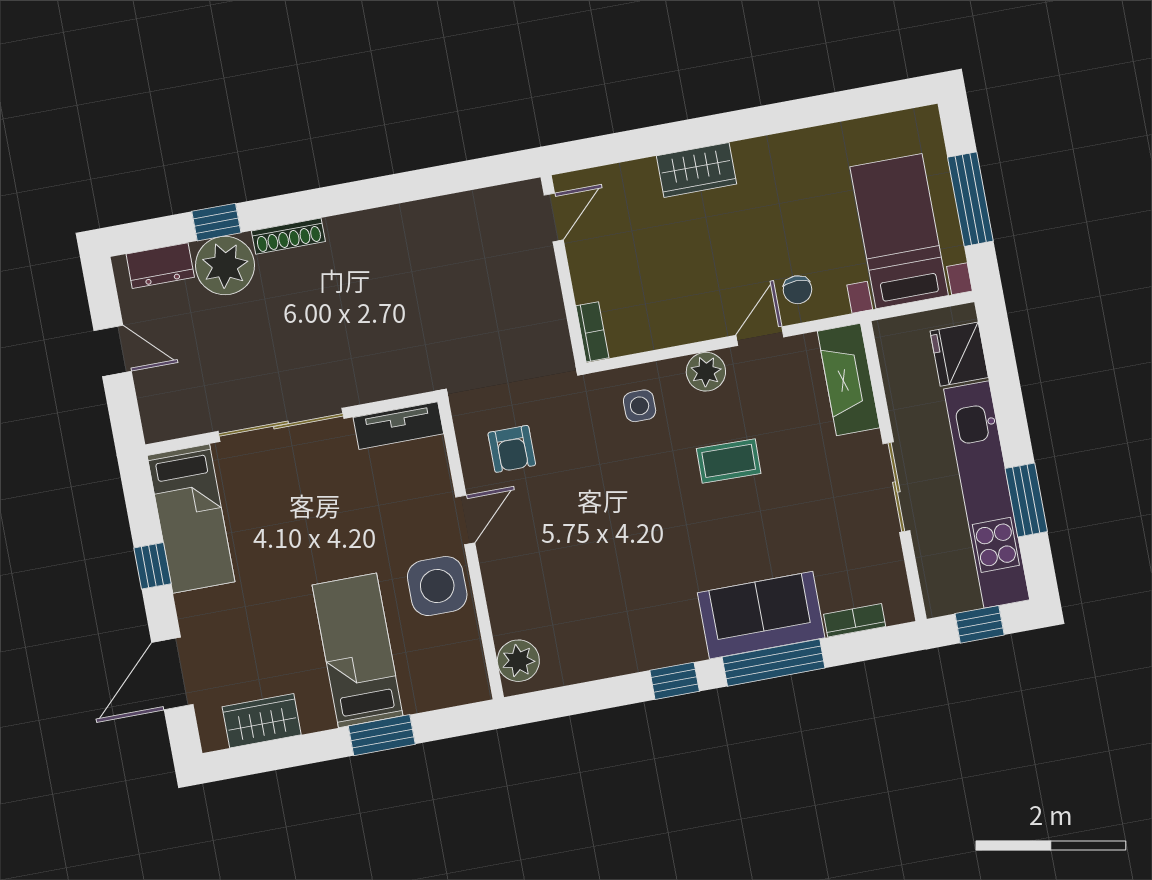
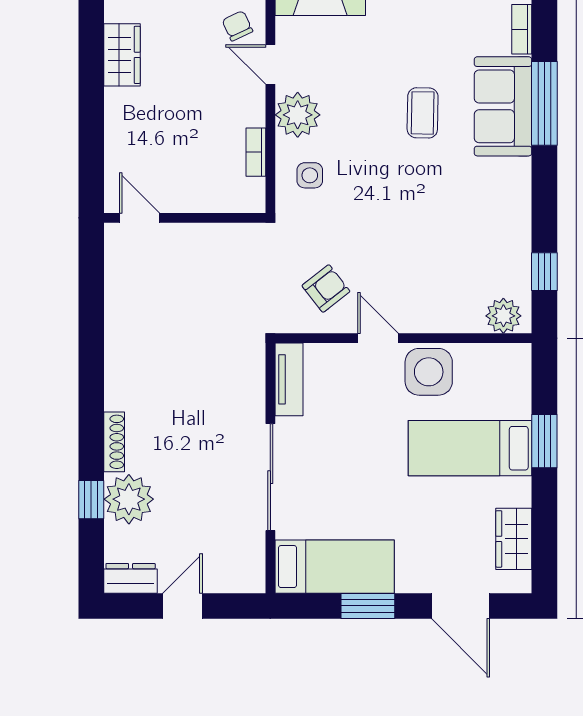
wardrobe: (696, 170) -> (122, 55), moved
dresser: (160, 266) -> (131, 578), moved, turned -90
chair: (797, 290) -> (237, 26), turned -115
bookcase: (592, 332) -> (256, 152), moved, turned -90
plant: (706, 372) -> (298, 115), width x1.36, depth x1.36
armchair: (512, 449) -> (326, 289), turned -38
coffee table: (729, 461) -> (423, 113), moved
window: (152, 566) -> (368, 606), width x1.50
window: (675, 681) -> (544, 272), moved

